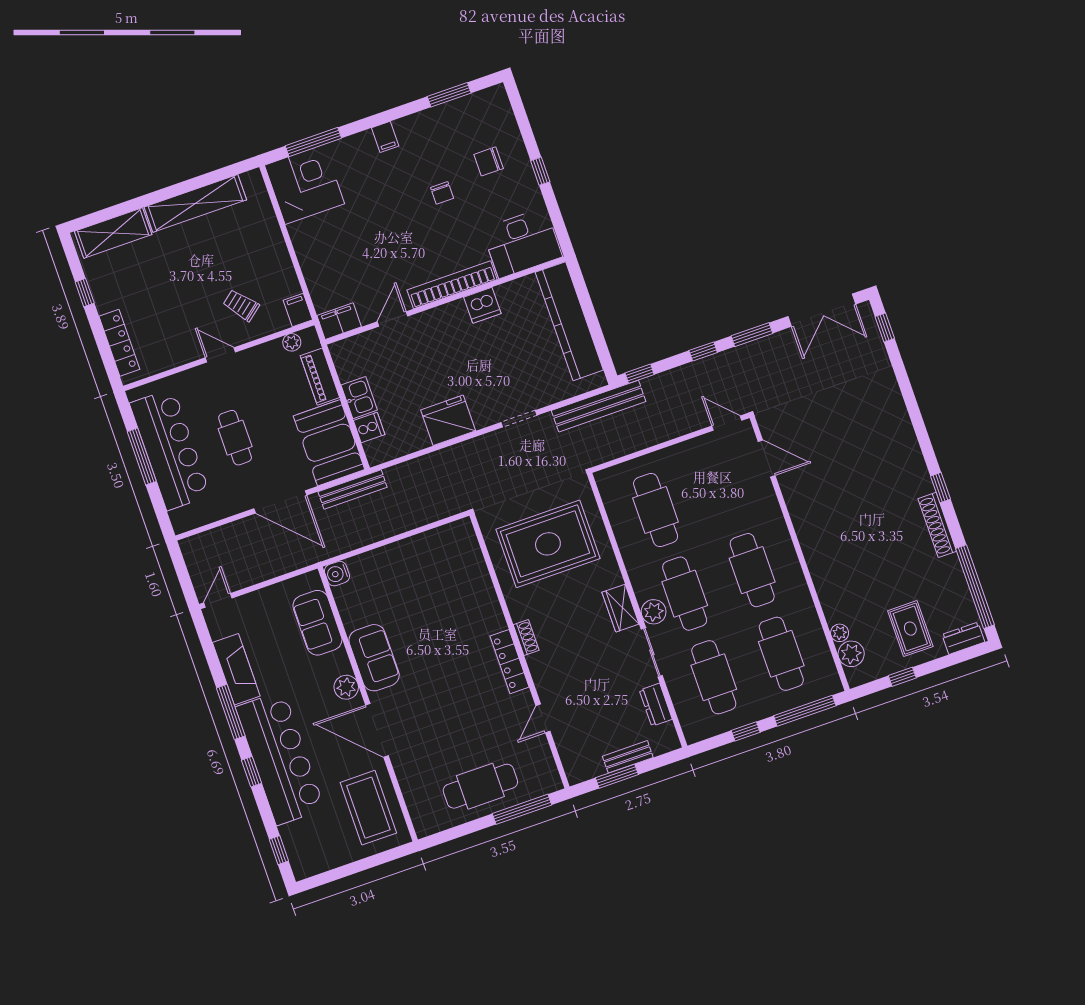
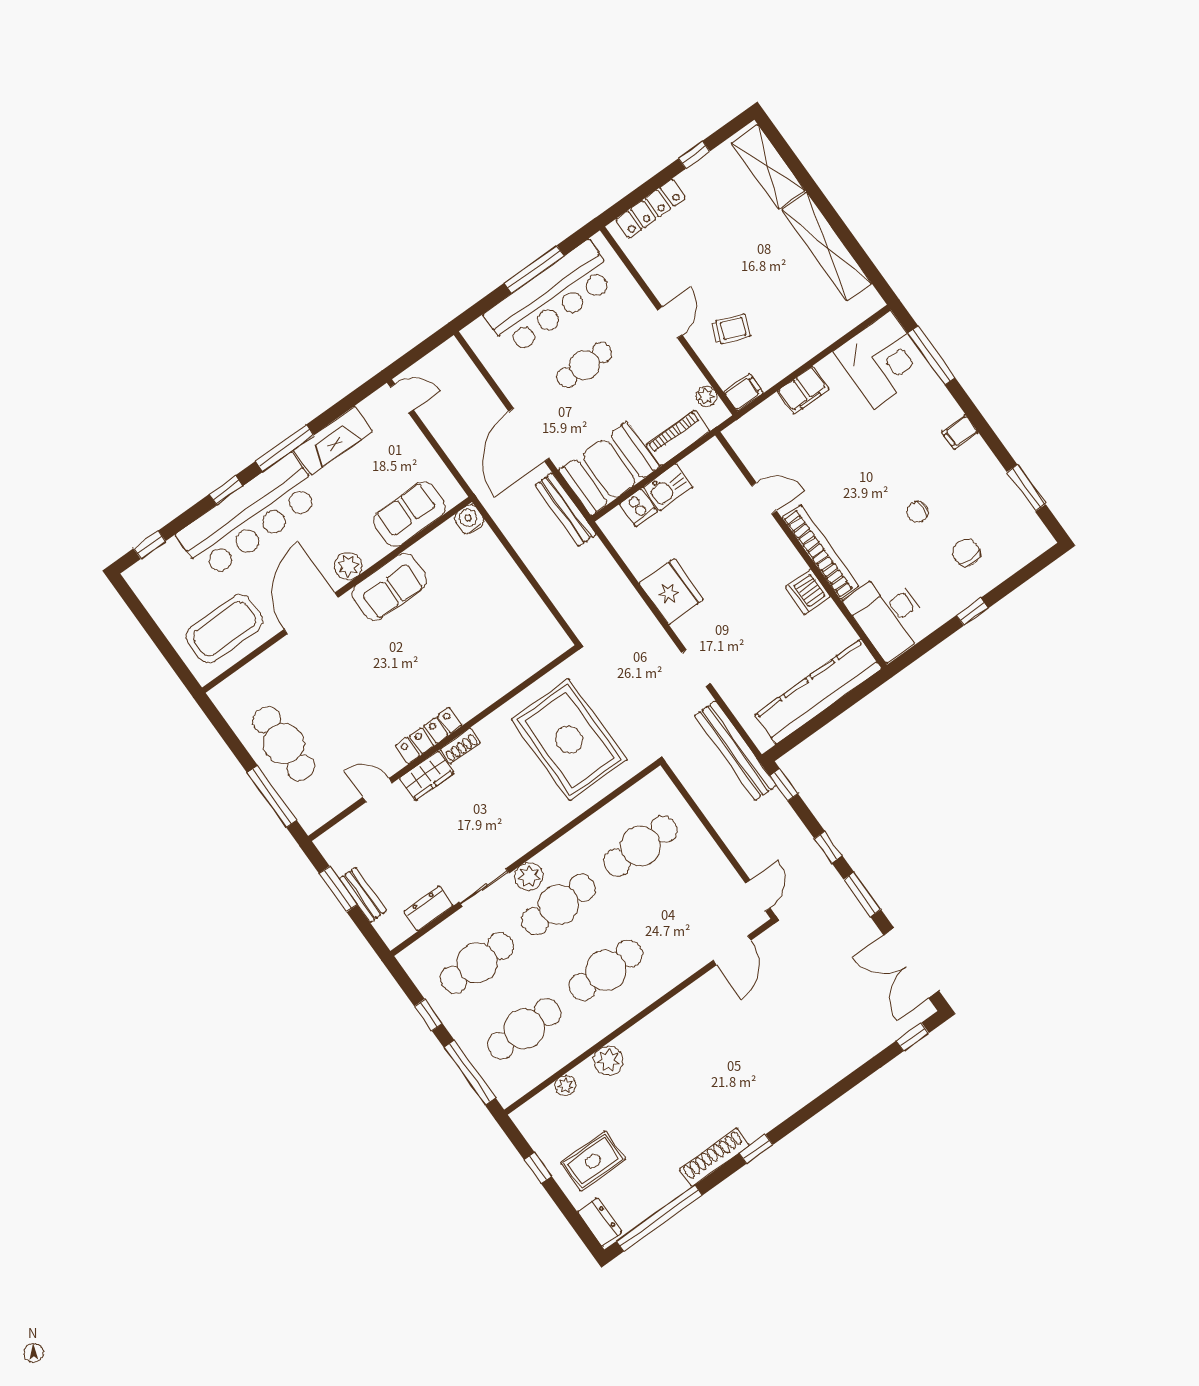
trolley: (241, 305) -> (731, 329), turned 61
filing cabinet: (339, 321) -> (803, 390), moved, turned 90
wardrobe: (621, 608) -> (427, 776), moved, turned 180
plant: (851, 654) -> (609, 1060), moved

